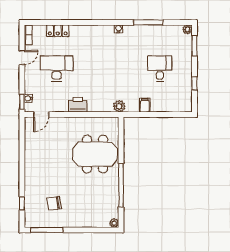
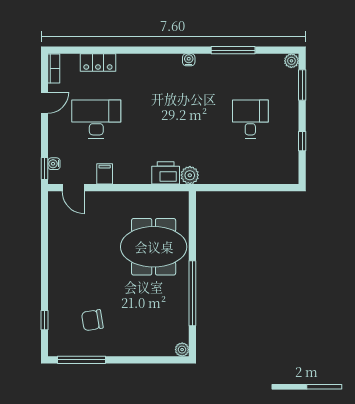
printer: (78, 105) -> (166, 173), moved
filing cabinet: (145, 105) -> (105, 174), moved
door: (41, 115) -> (73, 188), hinge flipped

